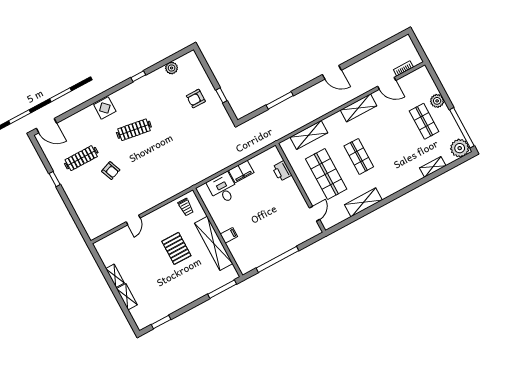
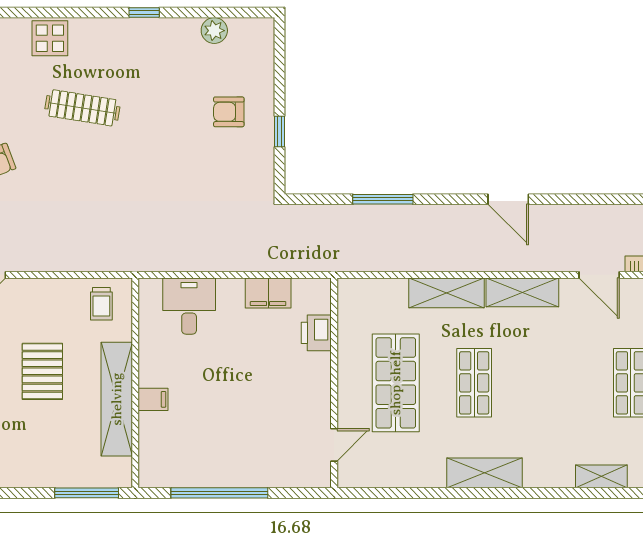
shelving: (309, 135) -> (446, 293), moved
filing cabinet: (241, 171) -> (268, 293), moved
shelving: (363, 202) -> (484, 473), moved

